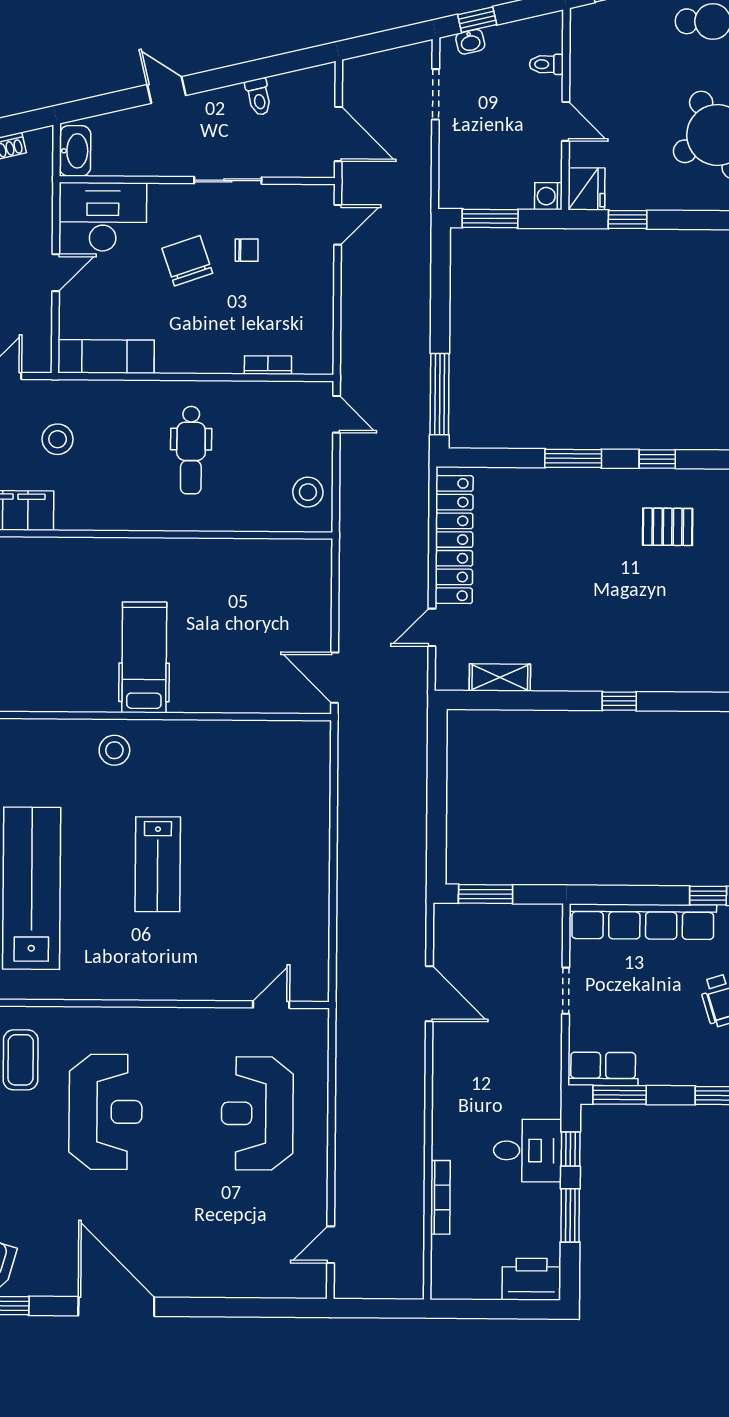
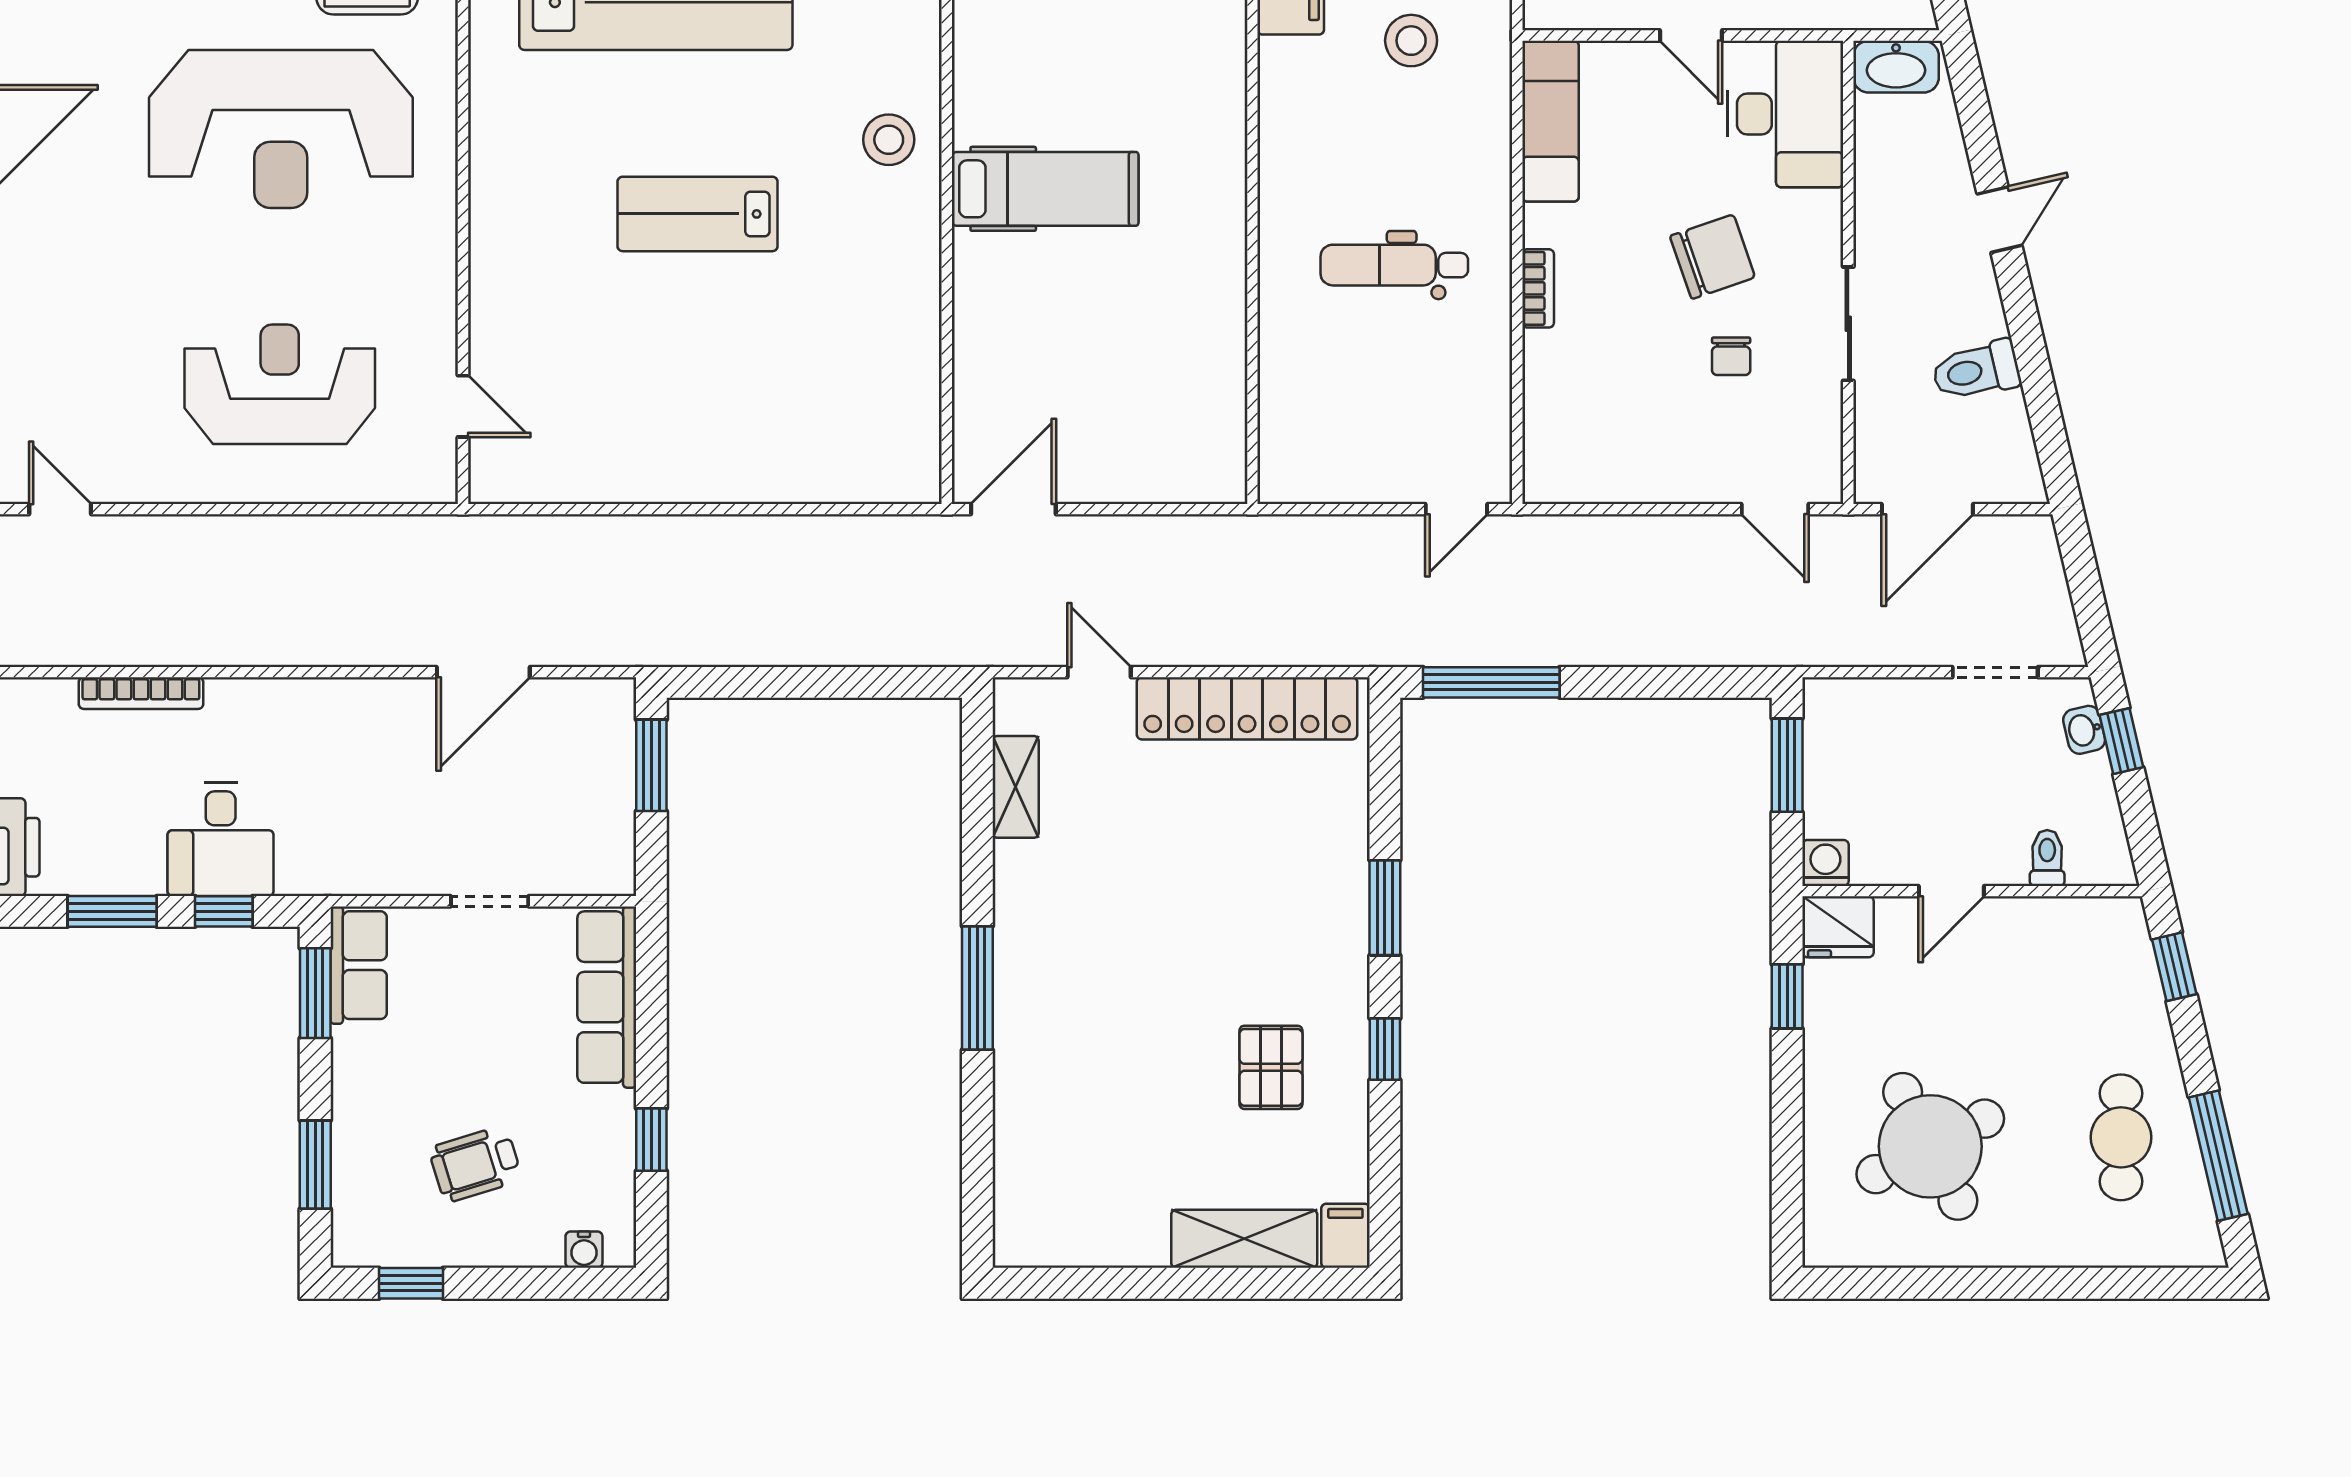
toilet: (259, 97) -> (1976, 371), width x1.37, depth x1.39
bookcase: (268, 365) -> (1538, 288), moved
stool: (308, 492) -> (1325, 462), removed
window: (619, 701) -> (977, 988), width x2.17
row of seats: (643, 922) -> (607, 997), width x0.73
reception desk: (105, 1112) -> (281, 129), width x1.36, depth x1.30

